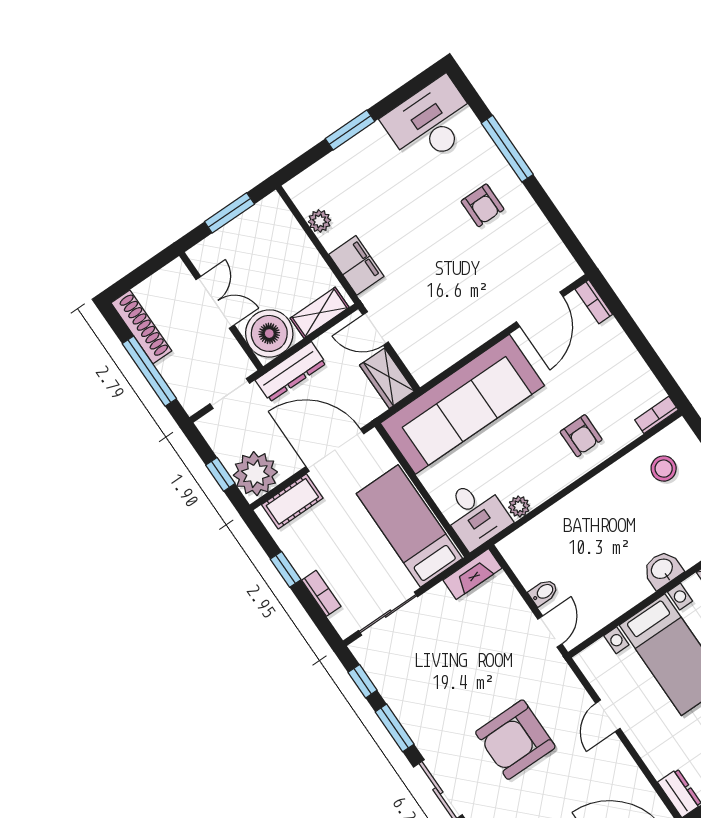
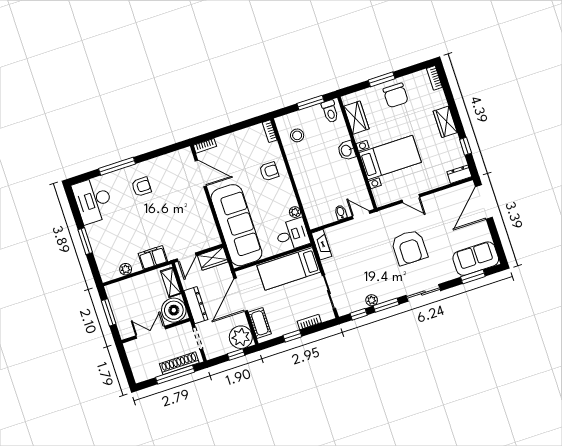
shoe rack: (141, 327) -> (179, 363), moved
plant: (396, 698) -> (372, 300), added

